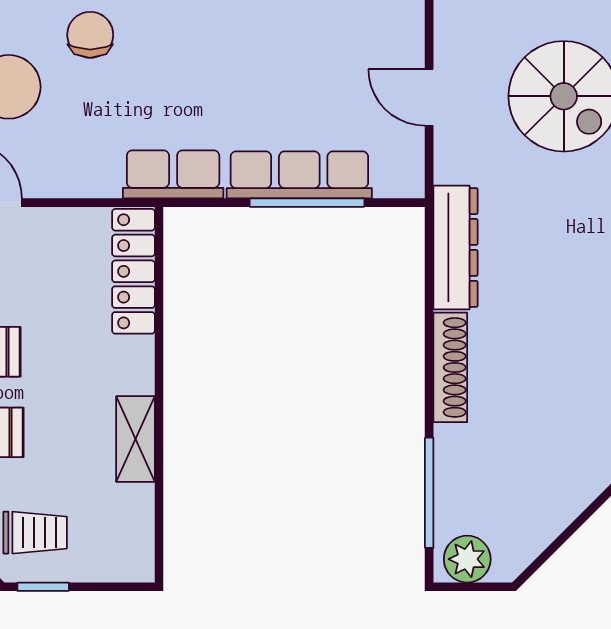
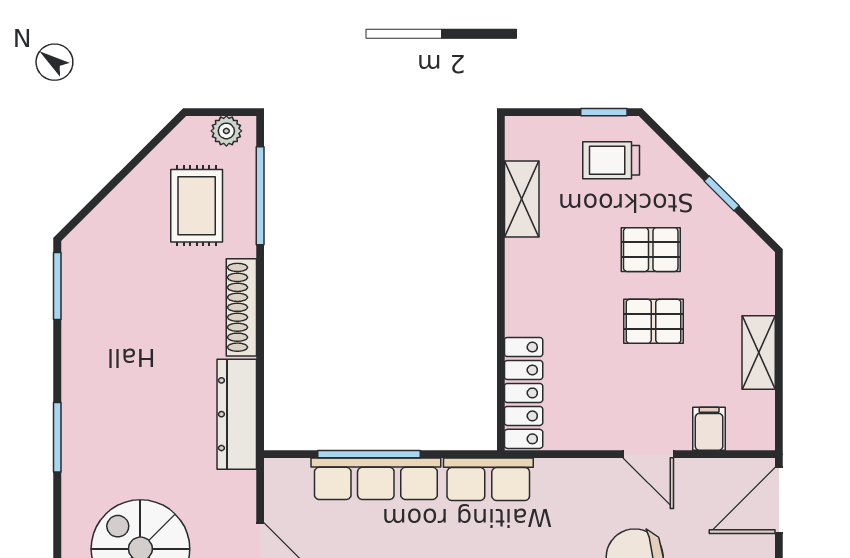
shelving: (136, 439) -> (522, 199), moved
rug: (501, 482) -> (197, 206), added
plant: (467, 559) -> (226, 131), width x0.73, depth x0.73

